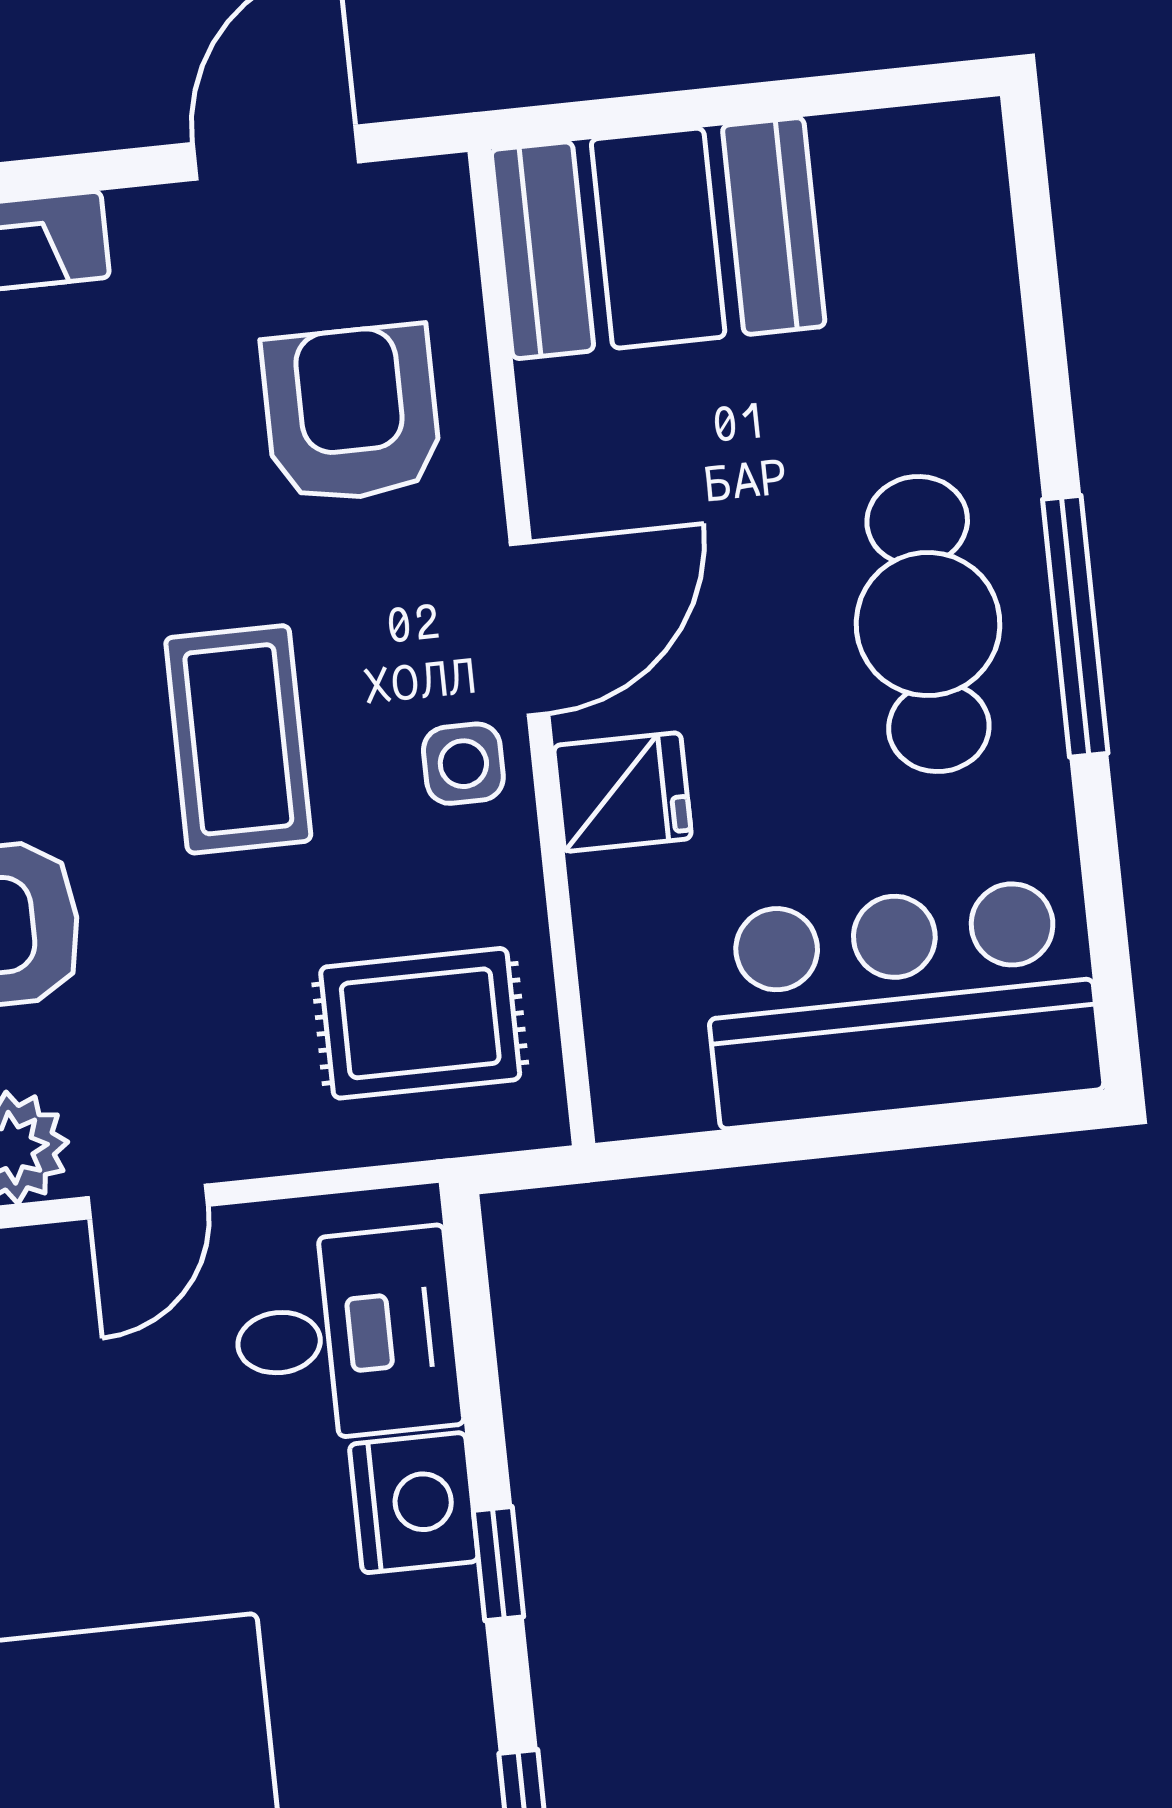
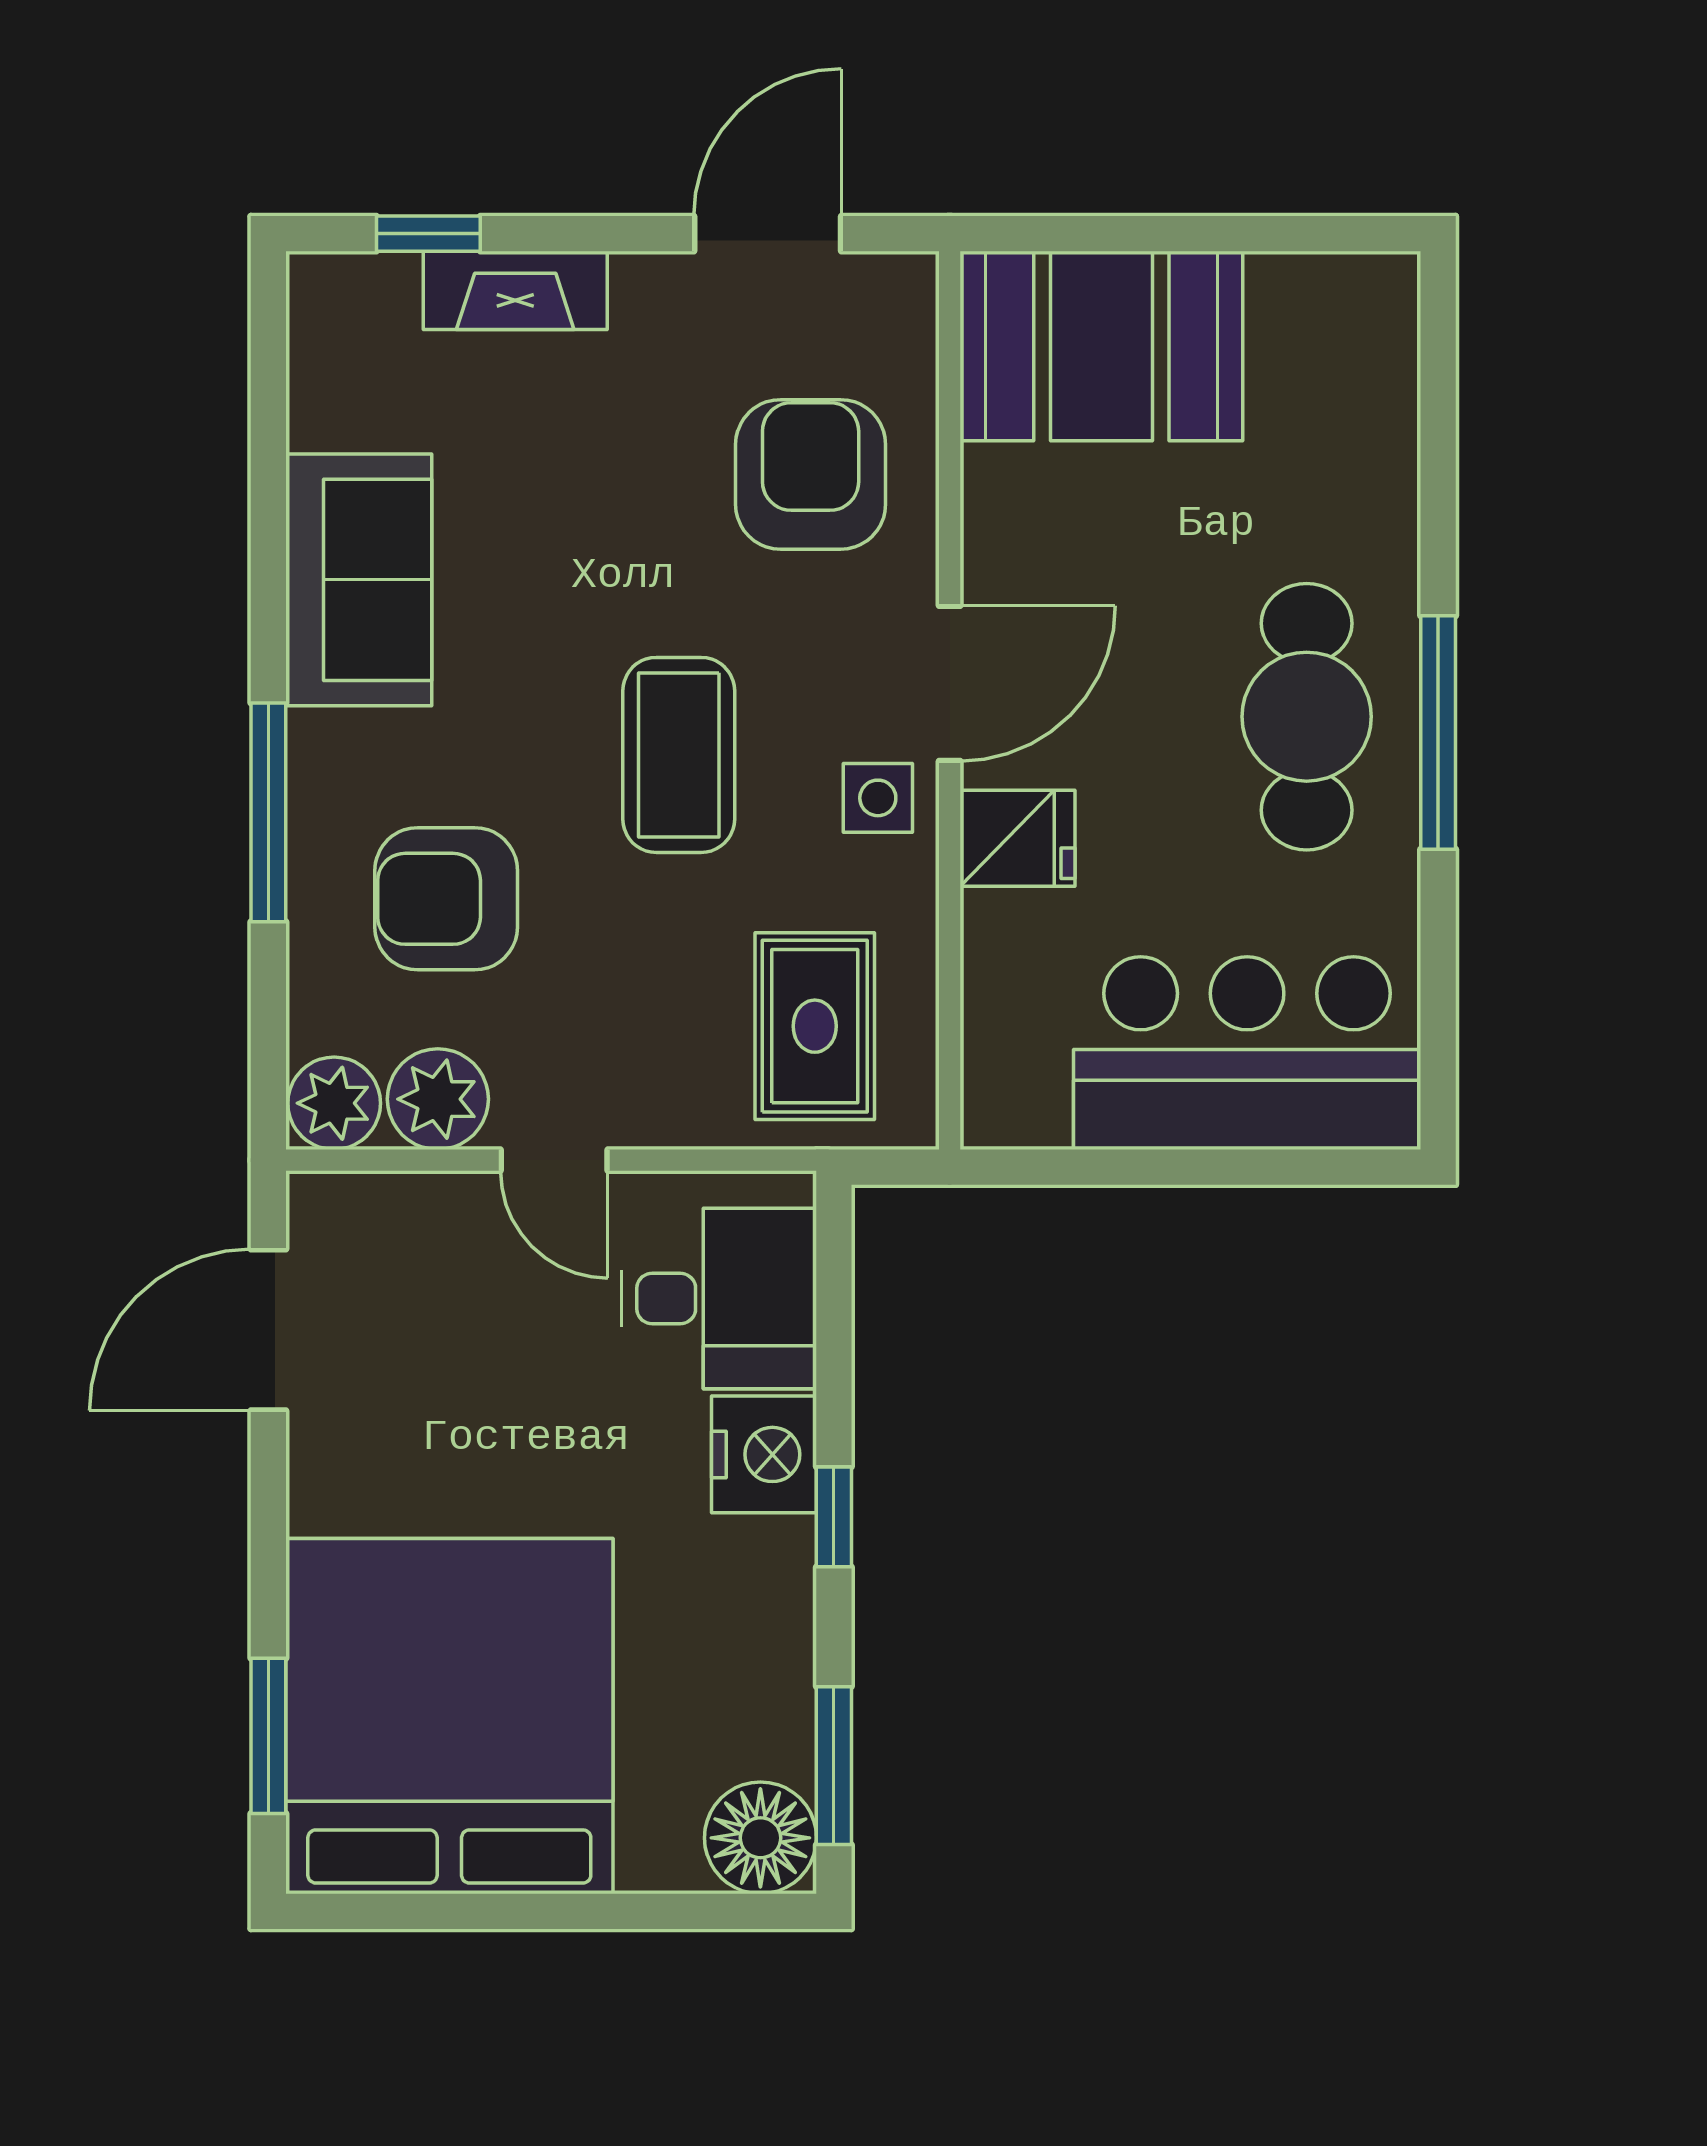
rug: (420, 1023) -> (815, 1026), turned 90
door: (148, 1202) -> (554, 1160), hinge flipped

